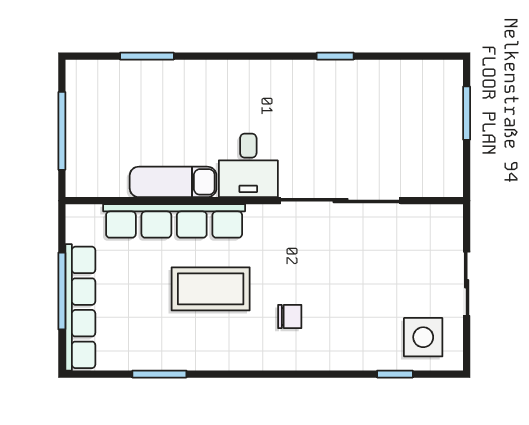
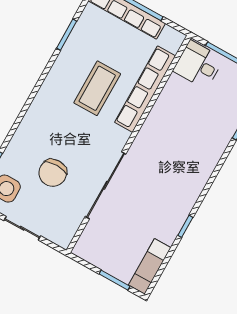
desk: (248, 165) -> (198, 65), moved
exam couch: (173, 182) -> (150, 266), moved, turned 180
chair: (290, 317) -> (53, 173), moved, width x1.87, depth x1.87

